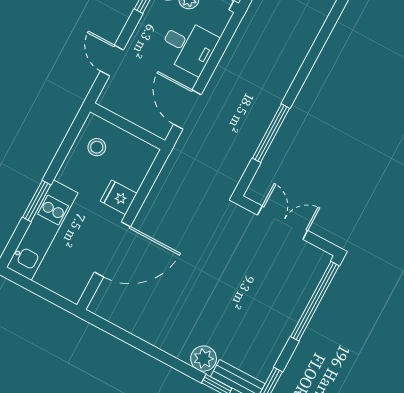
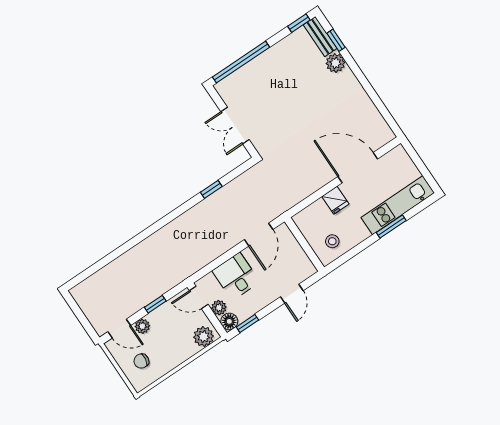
window: (271, 133) -> (211, 189), width x0.46

